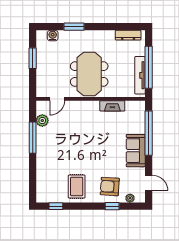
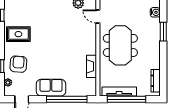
meeting table: (89, 74) -> (120, 45), turned 90

